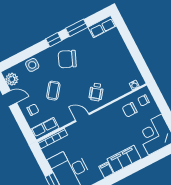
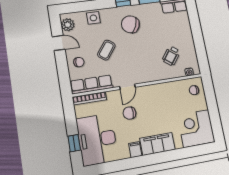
wheelchair: (96, 92) -> (171, 56), moved
chair: (130, 110) -> (129, 113), moved
door: (82, 117) -> (127, 87), swing flipped
row of seats: (45, 129) -> (92, 84), width x1.48

